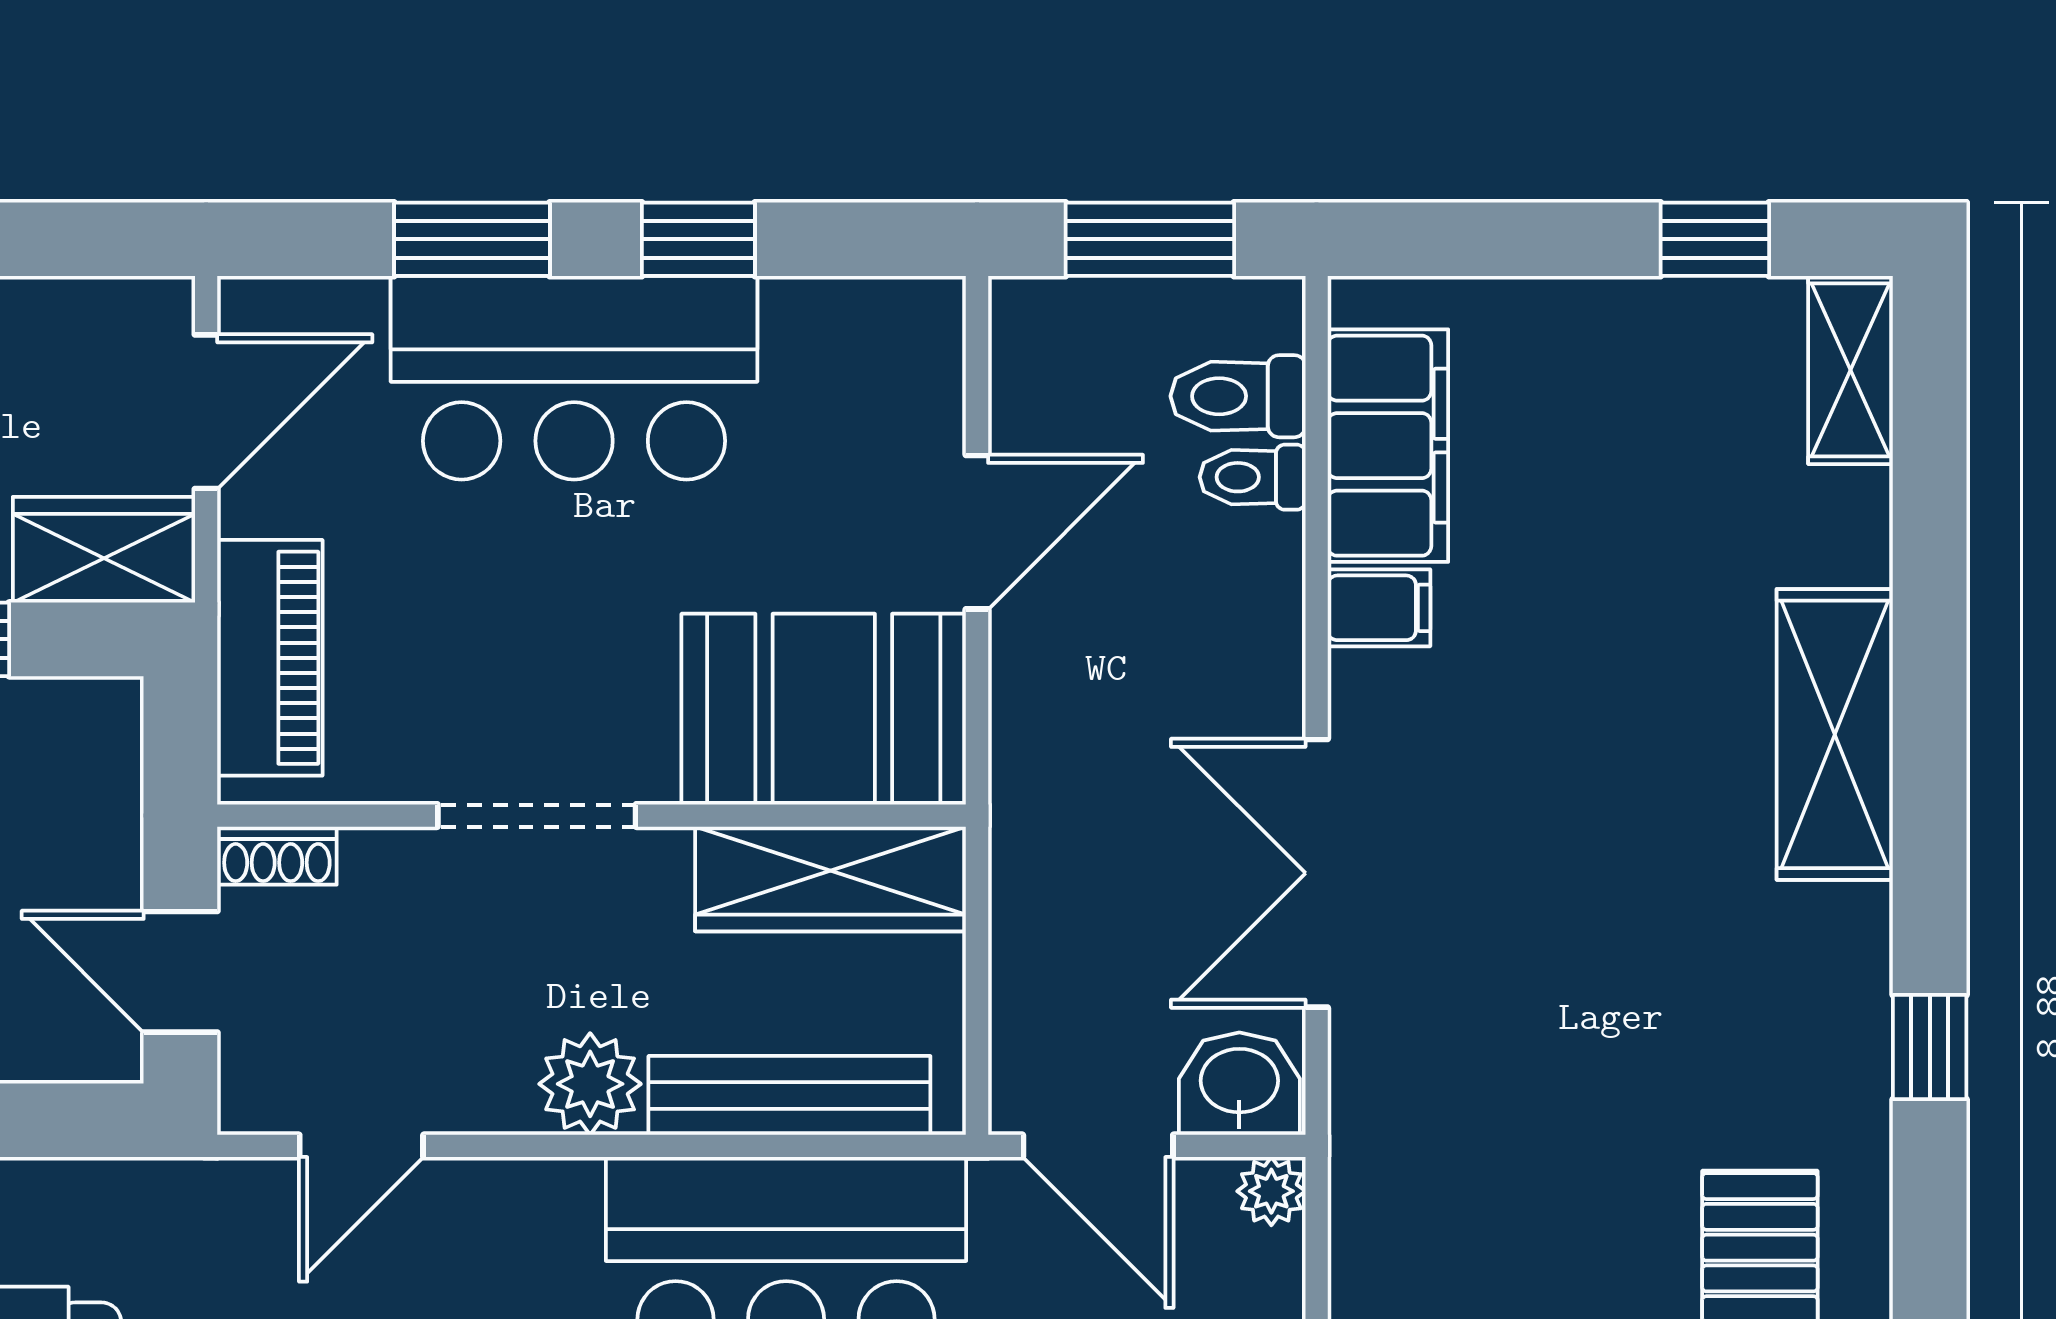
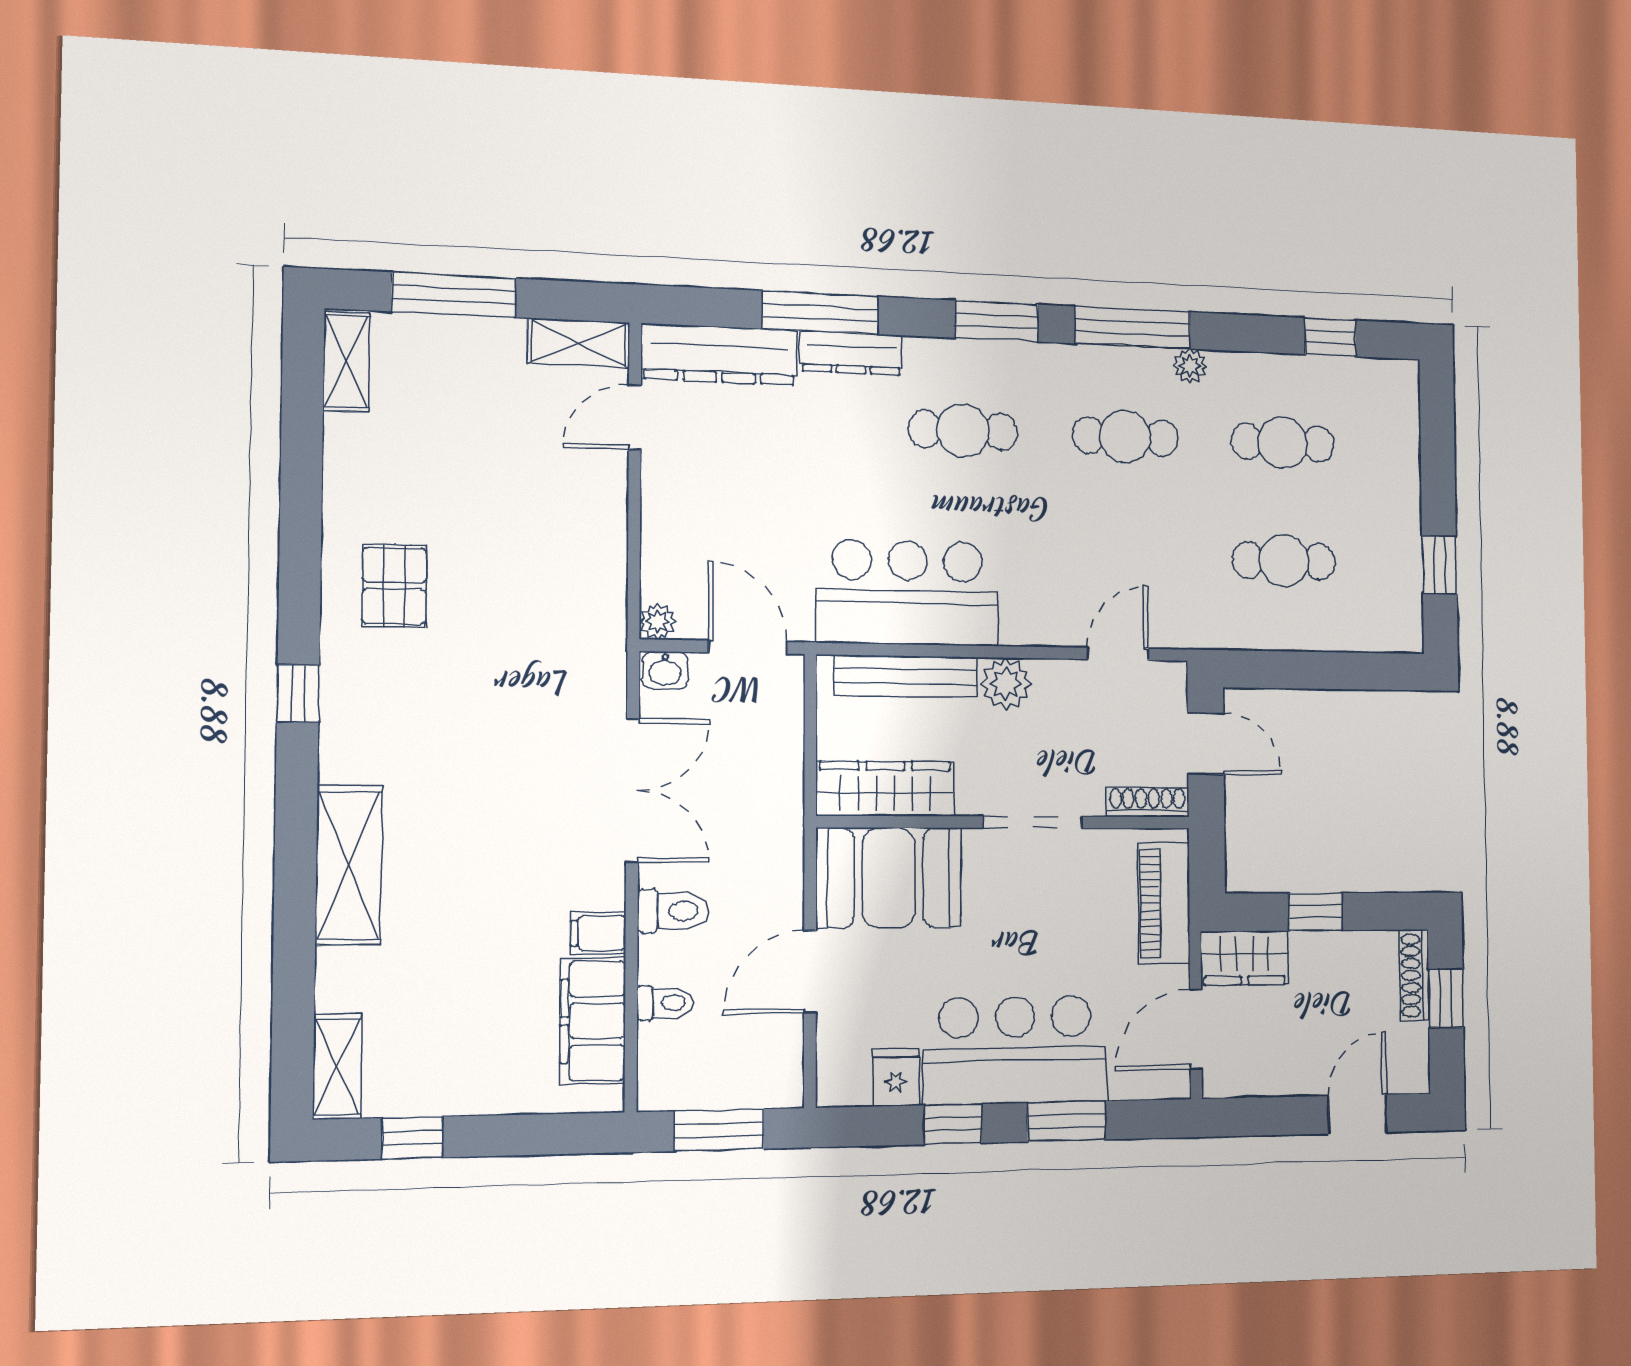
fridge: (810, 330) -> (896, 1077), added
toilet: (1238, 396) -> (674, 911), moved
shoe rack: (277, 856) -> (1147, 802), width x1.43
washbasin: (1239, 1084) -> (665, 670), width x0.72, depth x0.69

